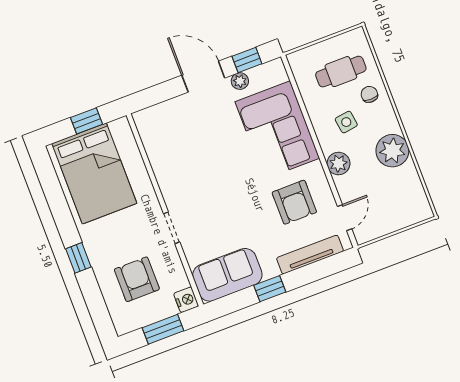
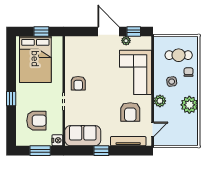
armchair: (185, 187) -> (78, 83), added
armchair: (137, 279) -> (36, 121), turned 90

